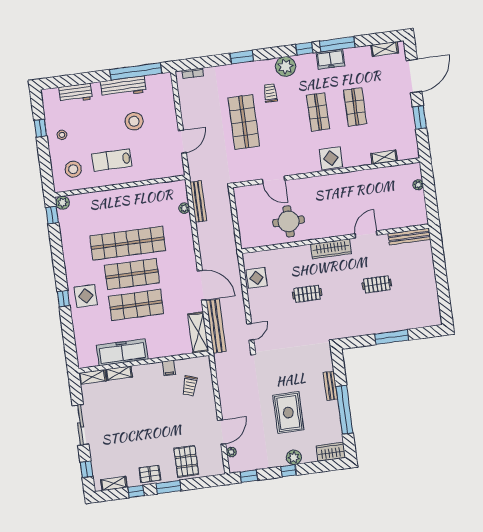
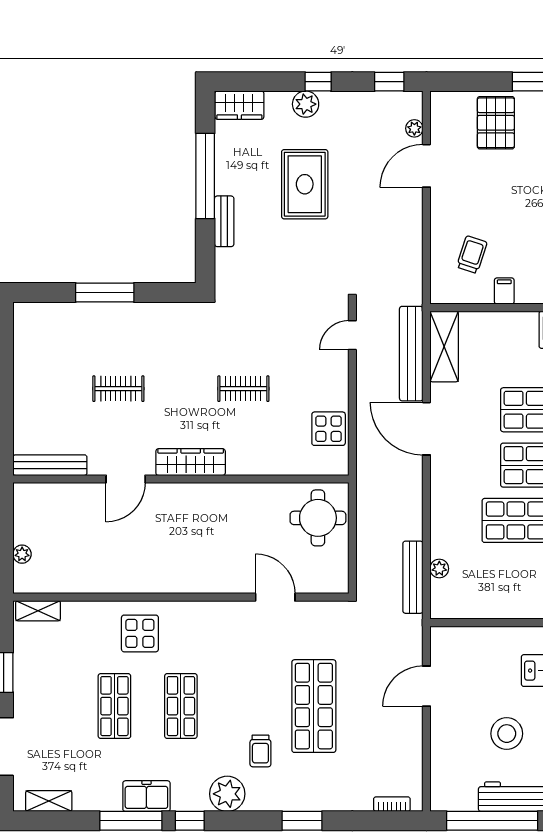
shelving: (384, 157) -> (38, 611), moved
display table: (331, 158) -> (140, 633), moved
round table: (289, 221) -> (318, 518), moved

